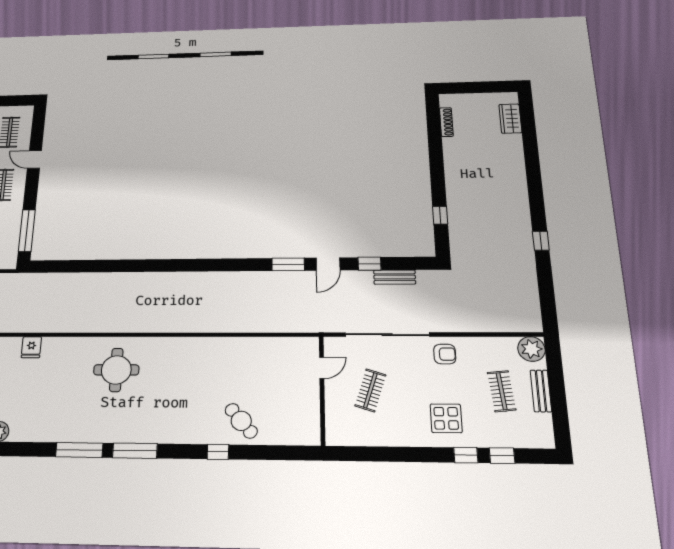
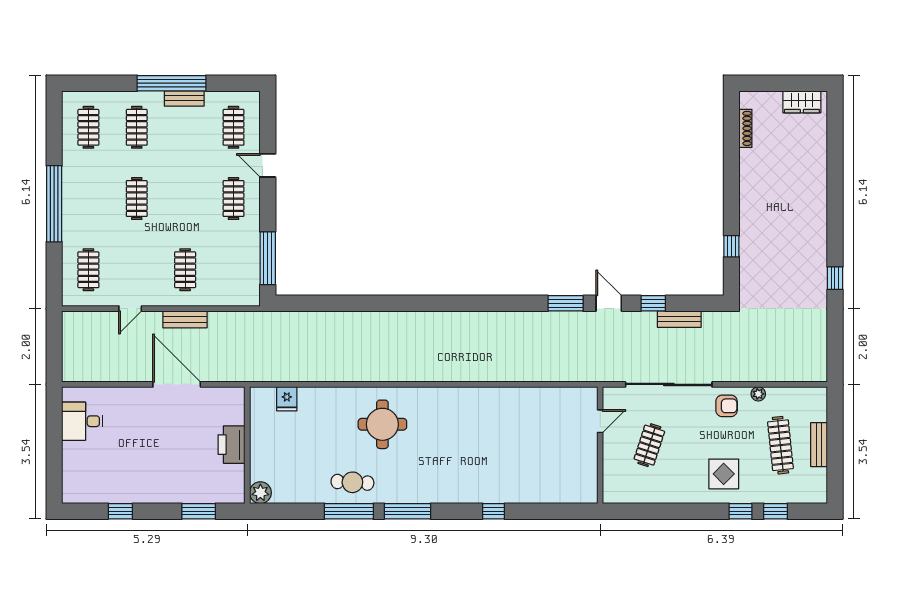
wardrobe: (510, 119) -> (802, 102), moved, turned -90
door: (328, 264) -> (609, 303), swing flipped
plant: (531, 349) -> (758, 394), moved, width x0.53, depth x0.53
clothes rail: (502, 391) -> (780, 445), width x1.36
cafe table: (241, 421) -> (352, 482), moved, turned -47

